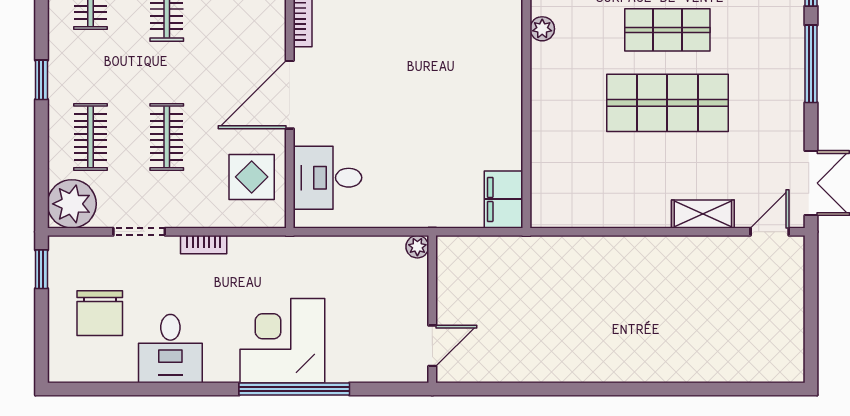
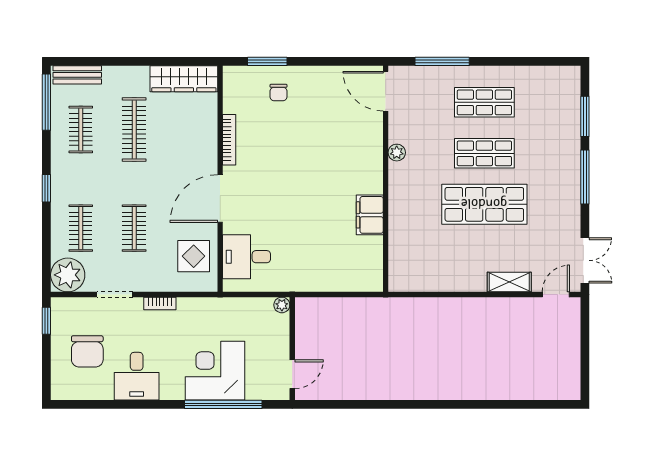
filing cabinet: (504, 199) -> (370, 215), moved
plant: (417, 247) -> (282, 305), moved
wall: (432, 309) -> (292, 349), moved
door: (432, 346) -> (292, 374), moved

